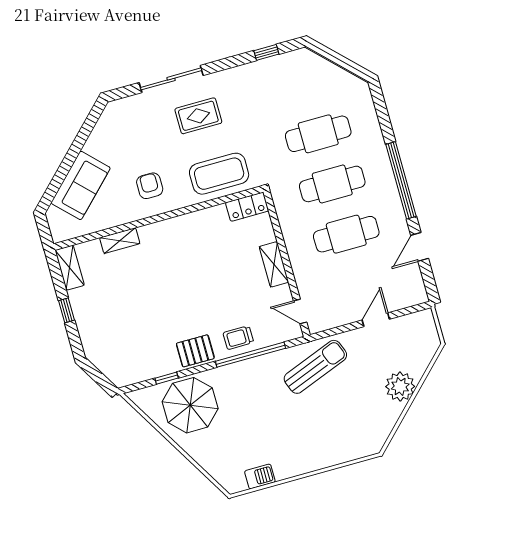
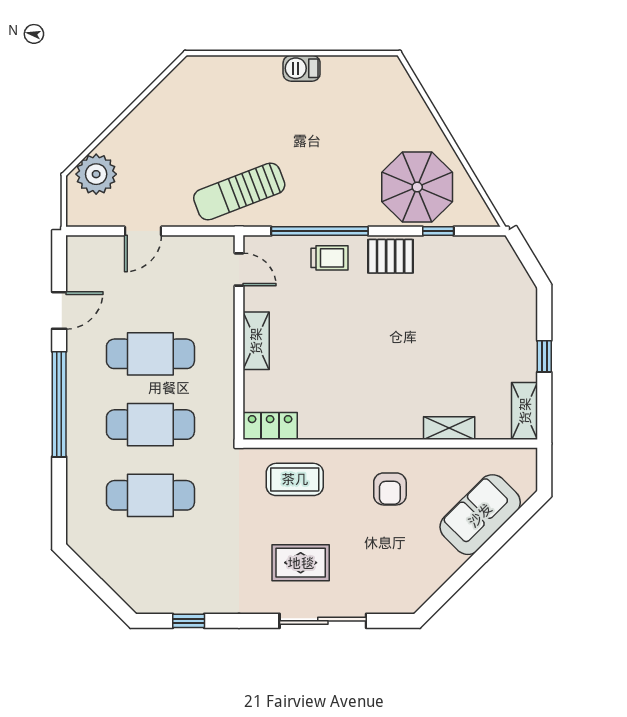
coffee table: (219, 174) -> (295, 479), width x0.73, depth x0.76
plant: (400, 387) -> (96, 174), moved
barbecue: (260, 476) -> (302, 68), moved

